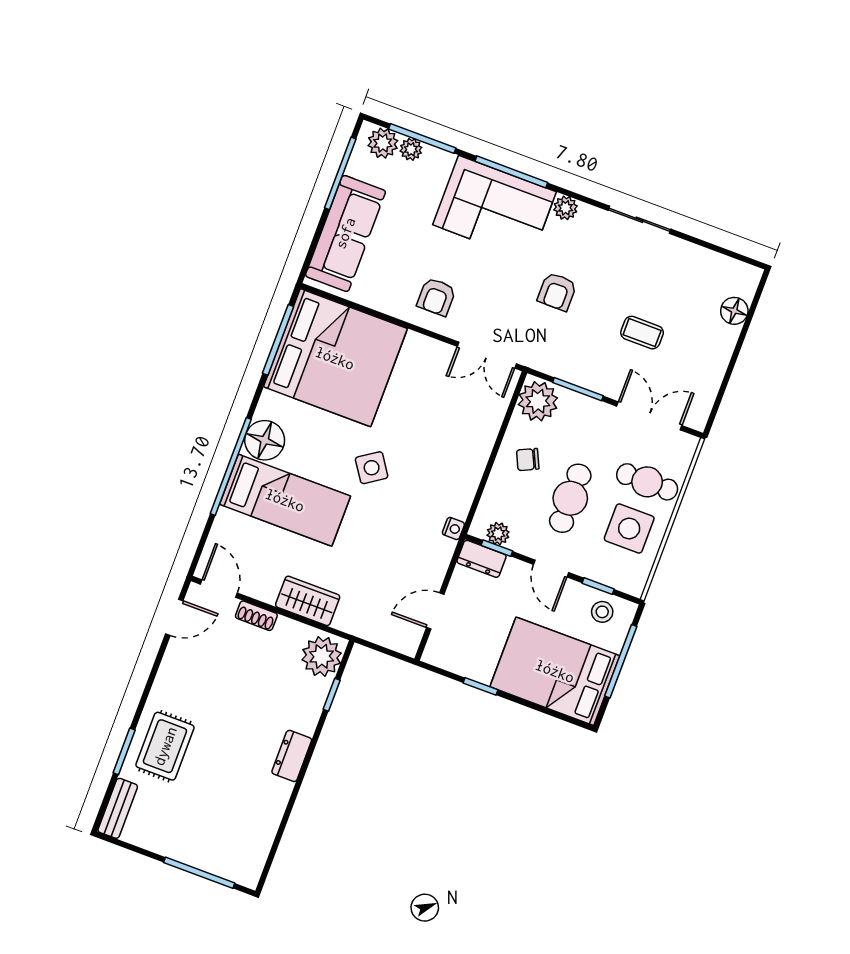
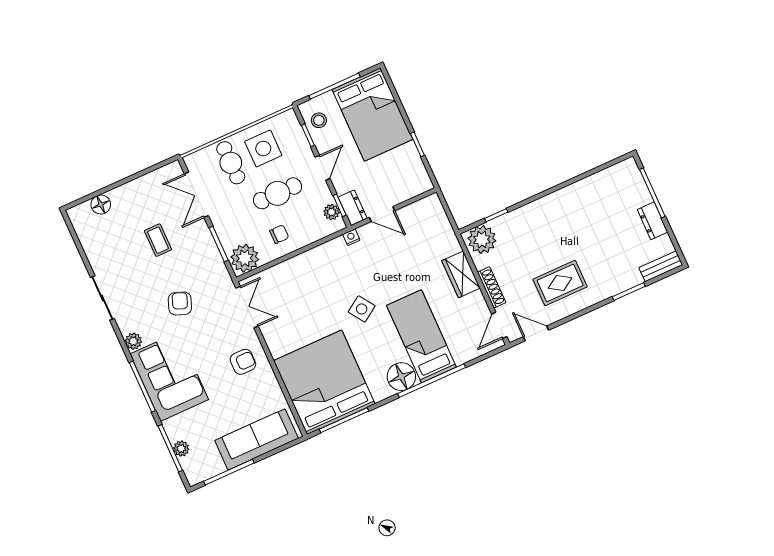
plant: (383, 143) -> (192, 466), removed
armchair: (557, 292) -> (180, 304), turned -69
chair: (528, 460) -> (279, 234), turned -65
door: (435, 611) -> (382, 214), moved
shoe rack: (256, 616) -> (492, 287), width x1.43
rug: (165, 746) -> (560, 283), moved
dresser: (292, 756) -> (653, 221), moved, turned 90

